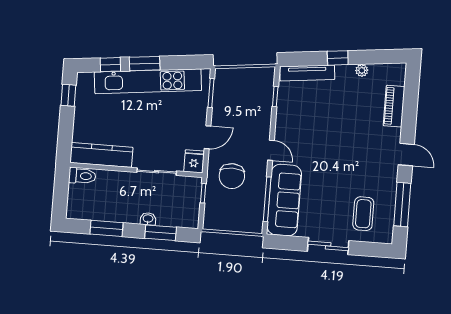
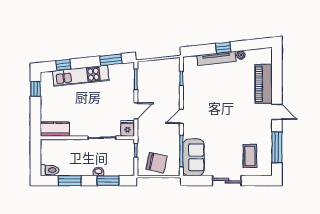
window: (145, 64) -> (111, 60), moved
tv unit: (307, 73) -> (216, 58), moved
kitchen unit: (148, 81) -> (81, 76), width x0.73
piano: (394, 106) -> (264, 84), width x1.37, depth x1.33
door: (271, 150) -> (181, 116), swing flipped
kitchen counter: (101, 155) -> (55, 129), width x0.67
toilet: (82, 176) -> (50, 170), moved
chair: (232, 176) -> (157, 163), moved, turned -78
sofa: (284, 200) -> (193, 157), width x0.73

